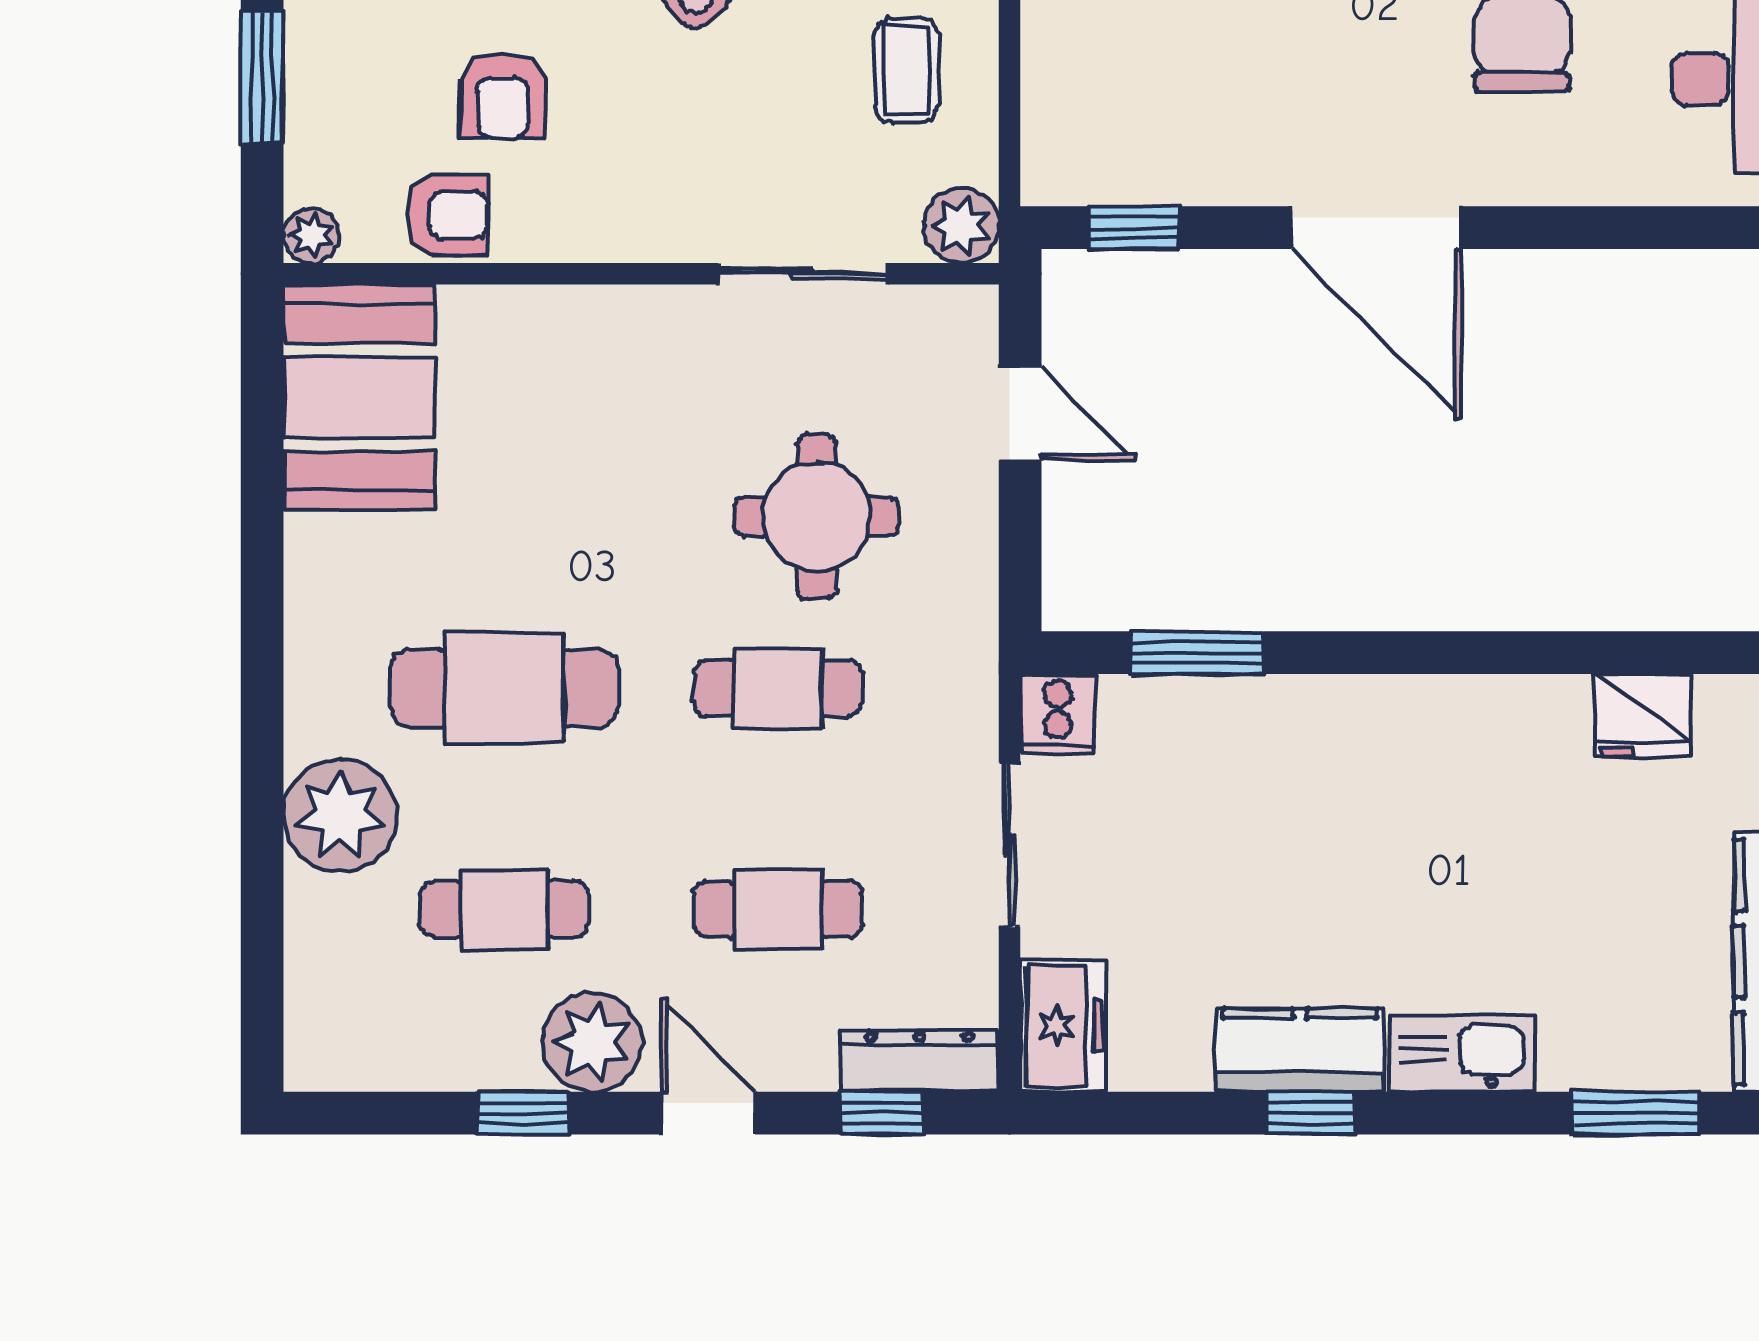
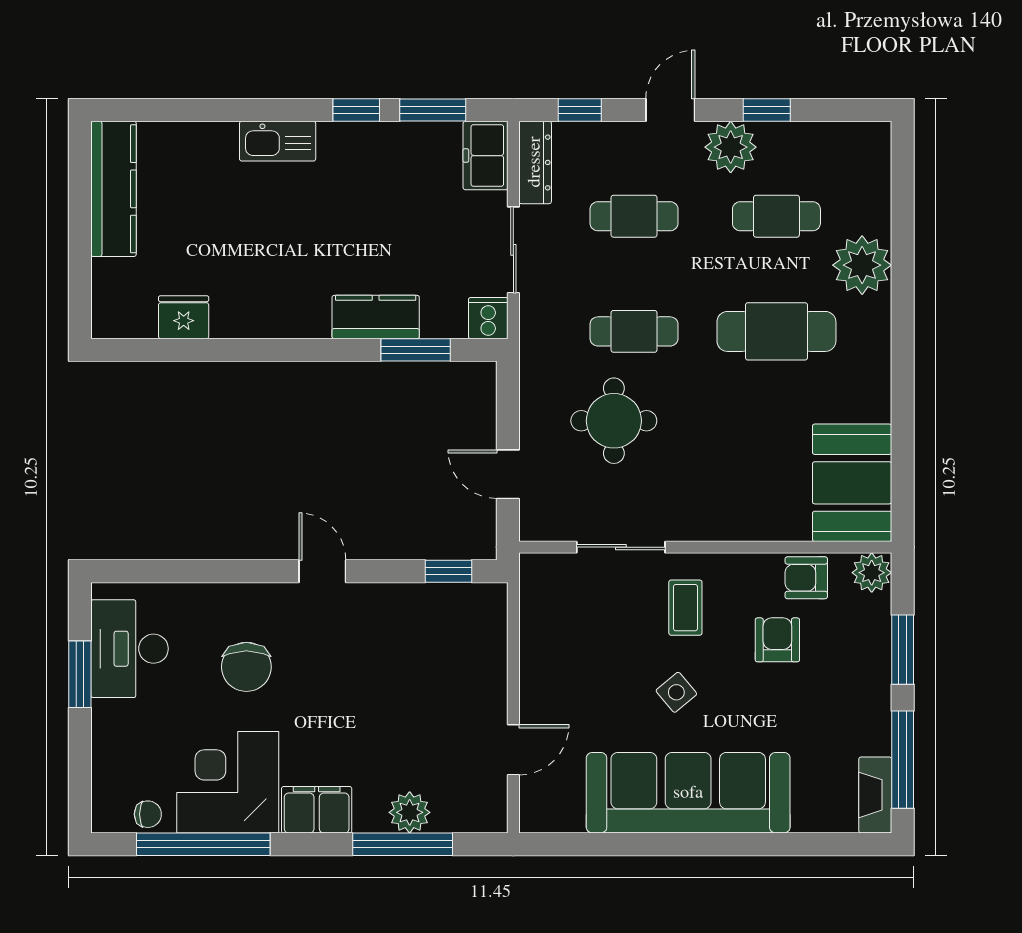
coffee table: (907, 70) -> (685, 608), moved
plant: (961, 225) -> (539, 572), removed
door: (1376, 228) -> (322, 571), width x0.53
plant: (311, 235) -> (872, 573), width x1.38, depth x1.38
kitchen counter: (1300, 1050) -> (376, 317), moved, turned 180
dresser: (919, 1061) -> (535, 162), moved, turned -90
door: (708, 1113) -> (670, 110), swing flipped
window: (1636, 1113) -> (433, 110), moved

